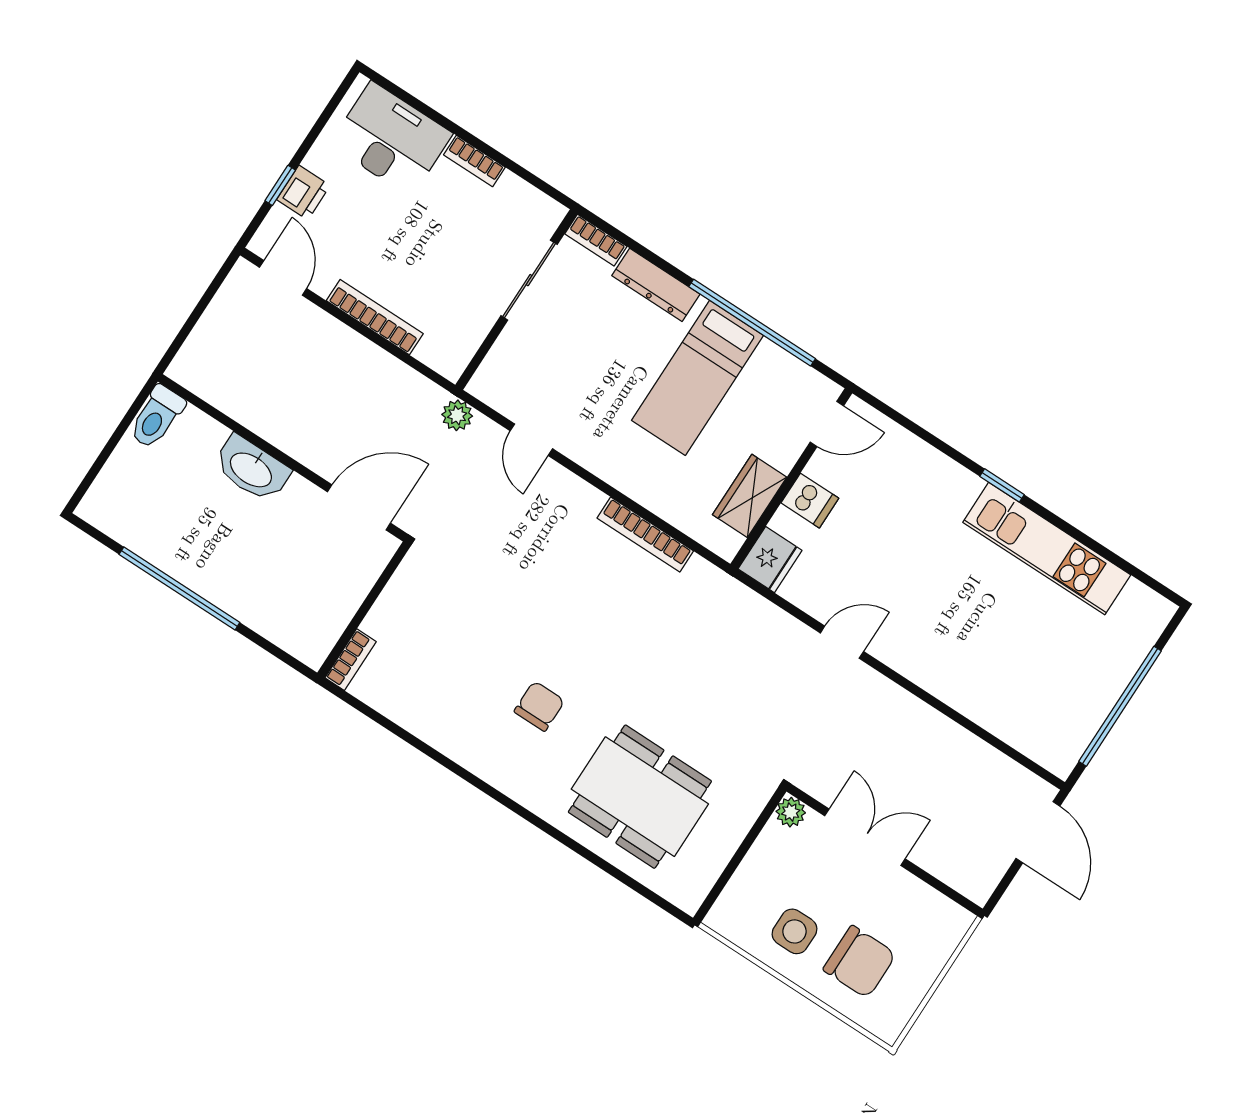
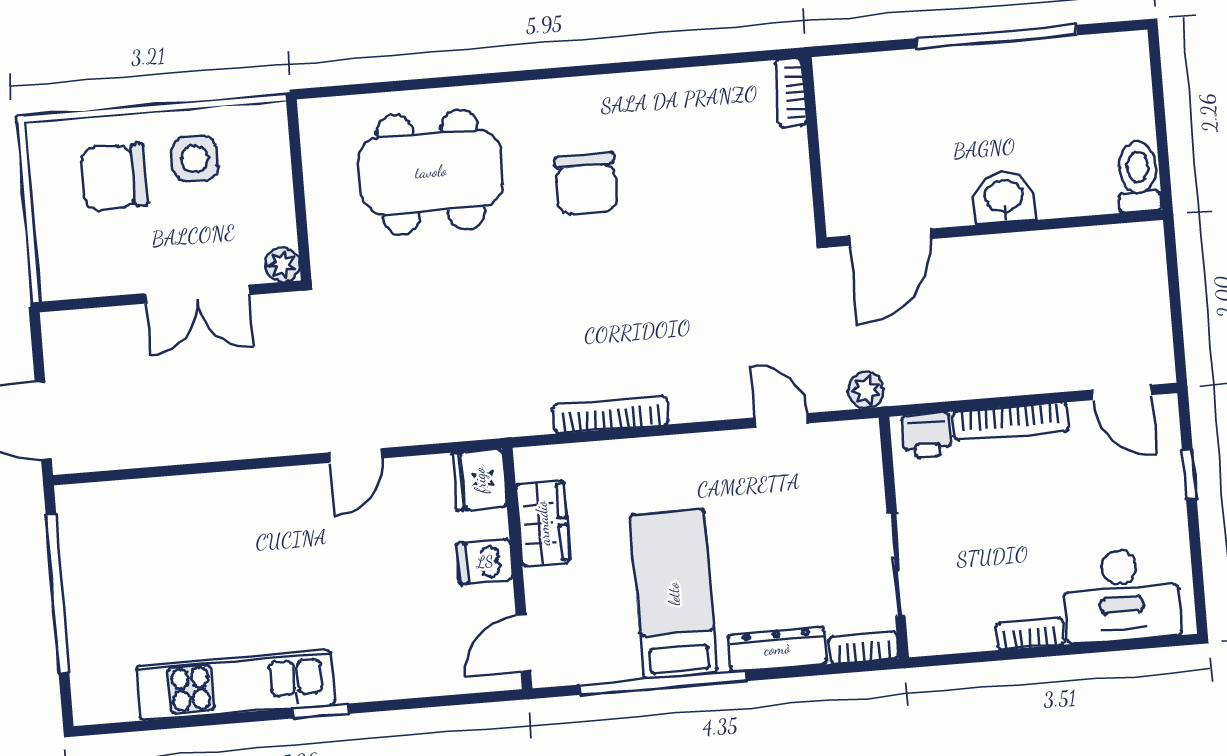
printer: (303, 193) -> (927, 435), moved, turned -90
washbasin: (252, 469) -> (1004, 197), width x0.72
chair: (539, 706) -> (586, 184), width x1.37, depth x1.37

